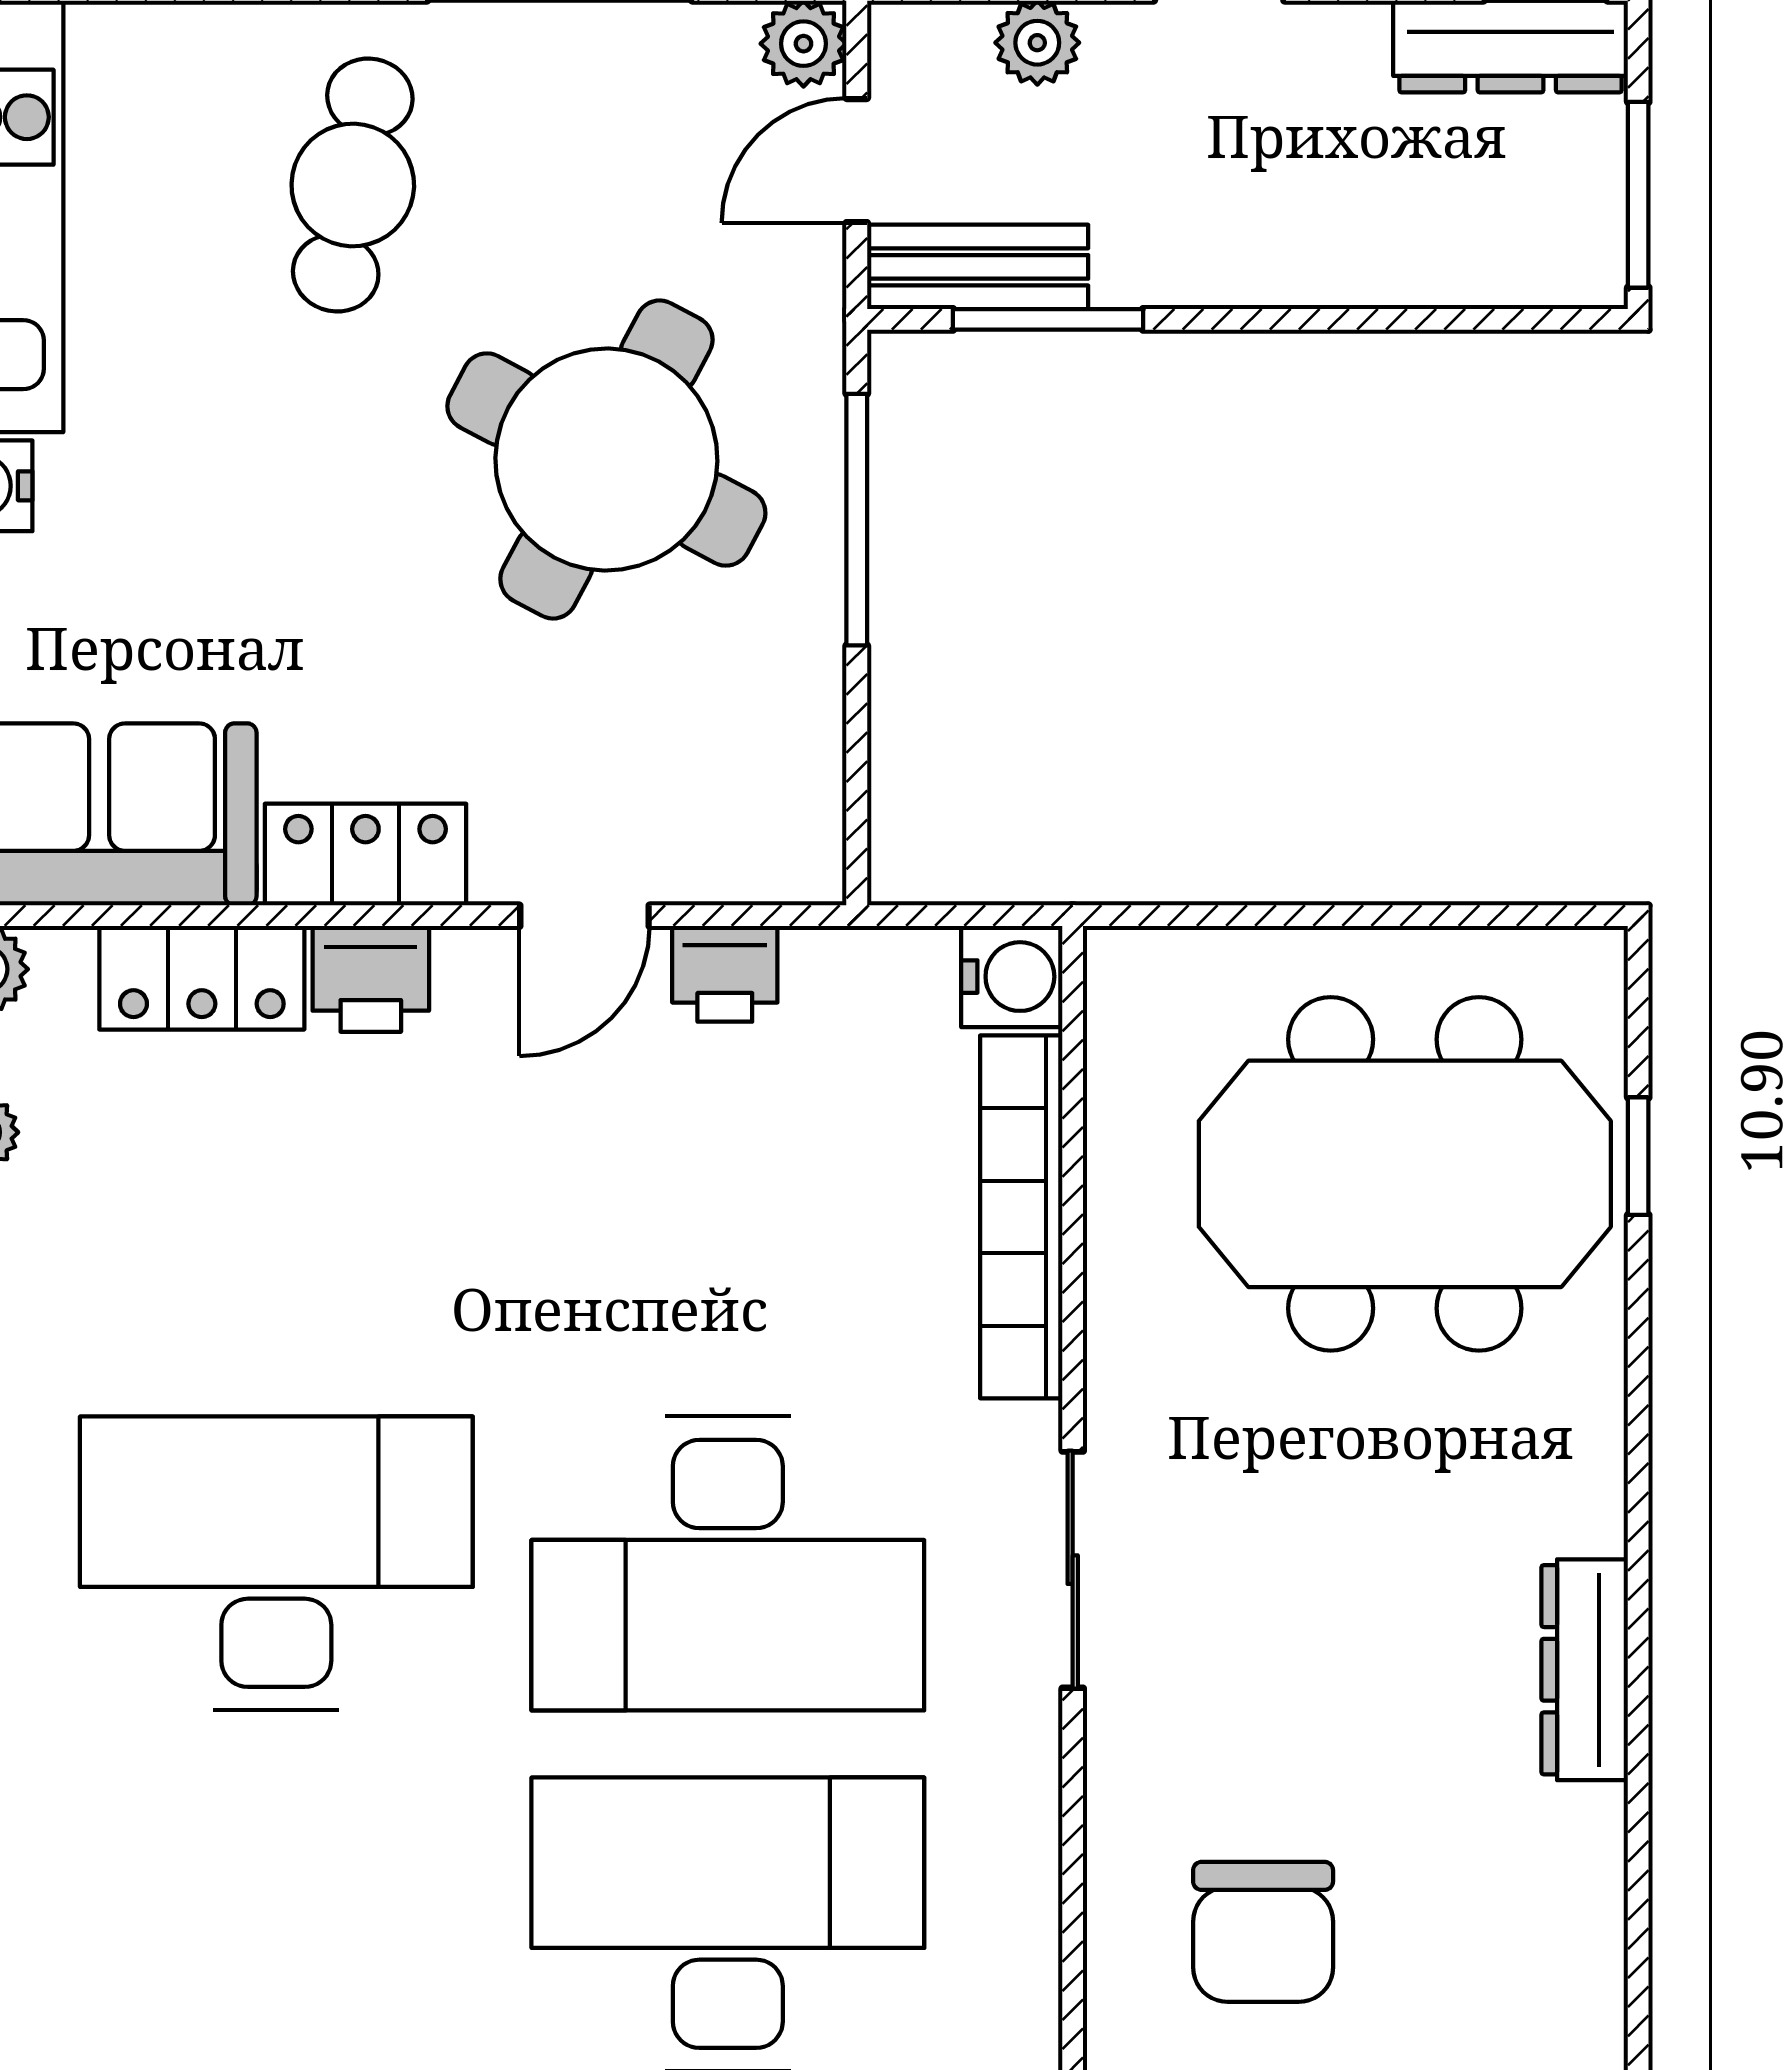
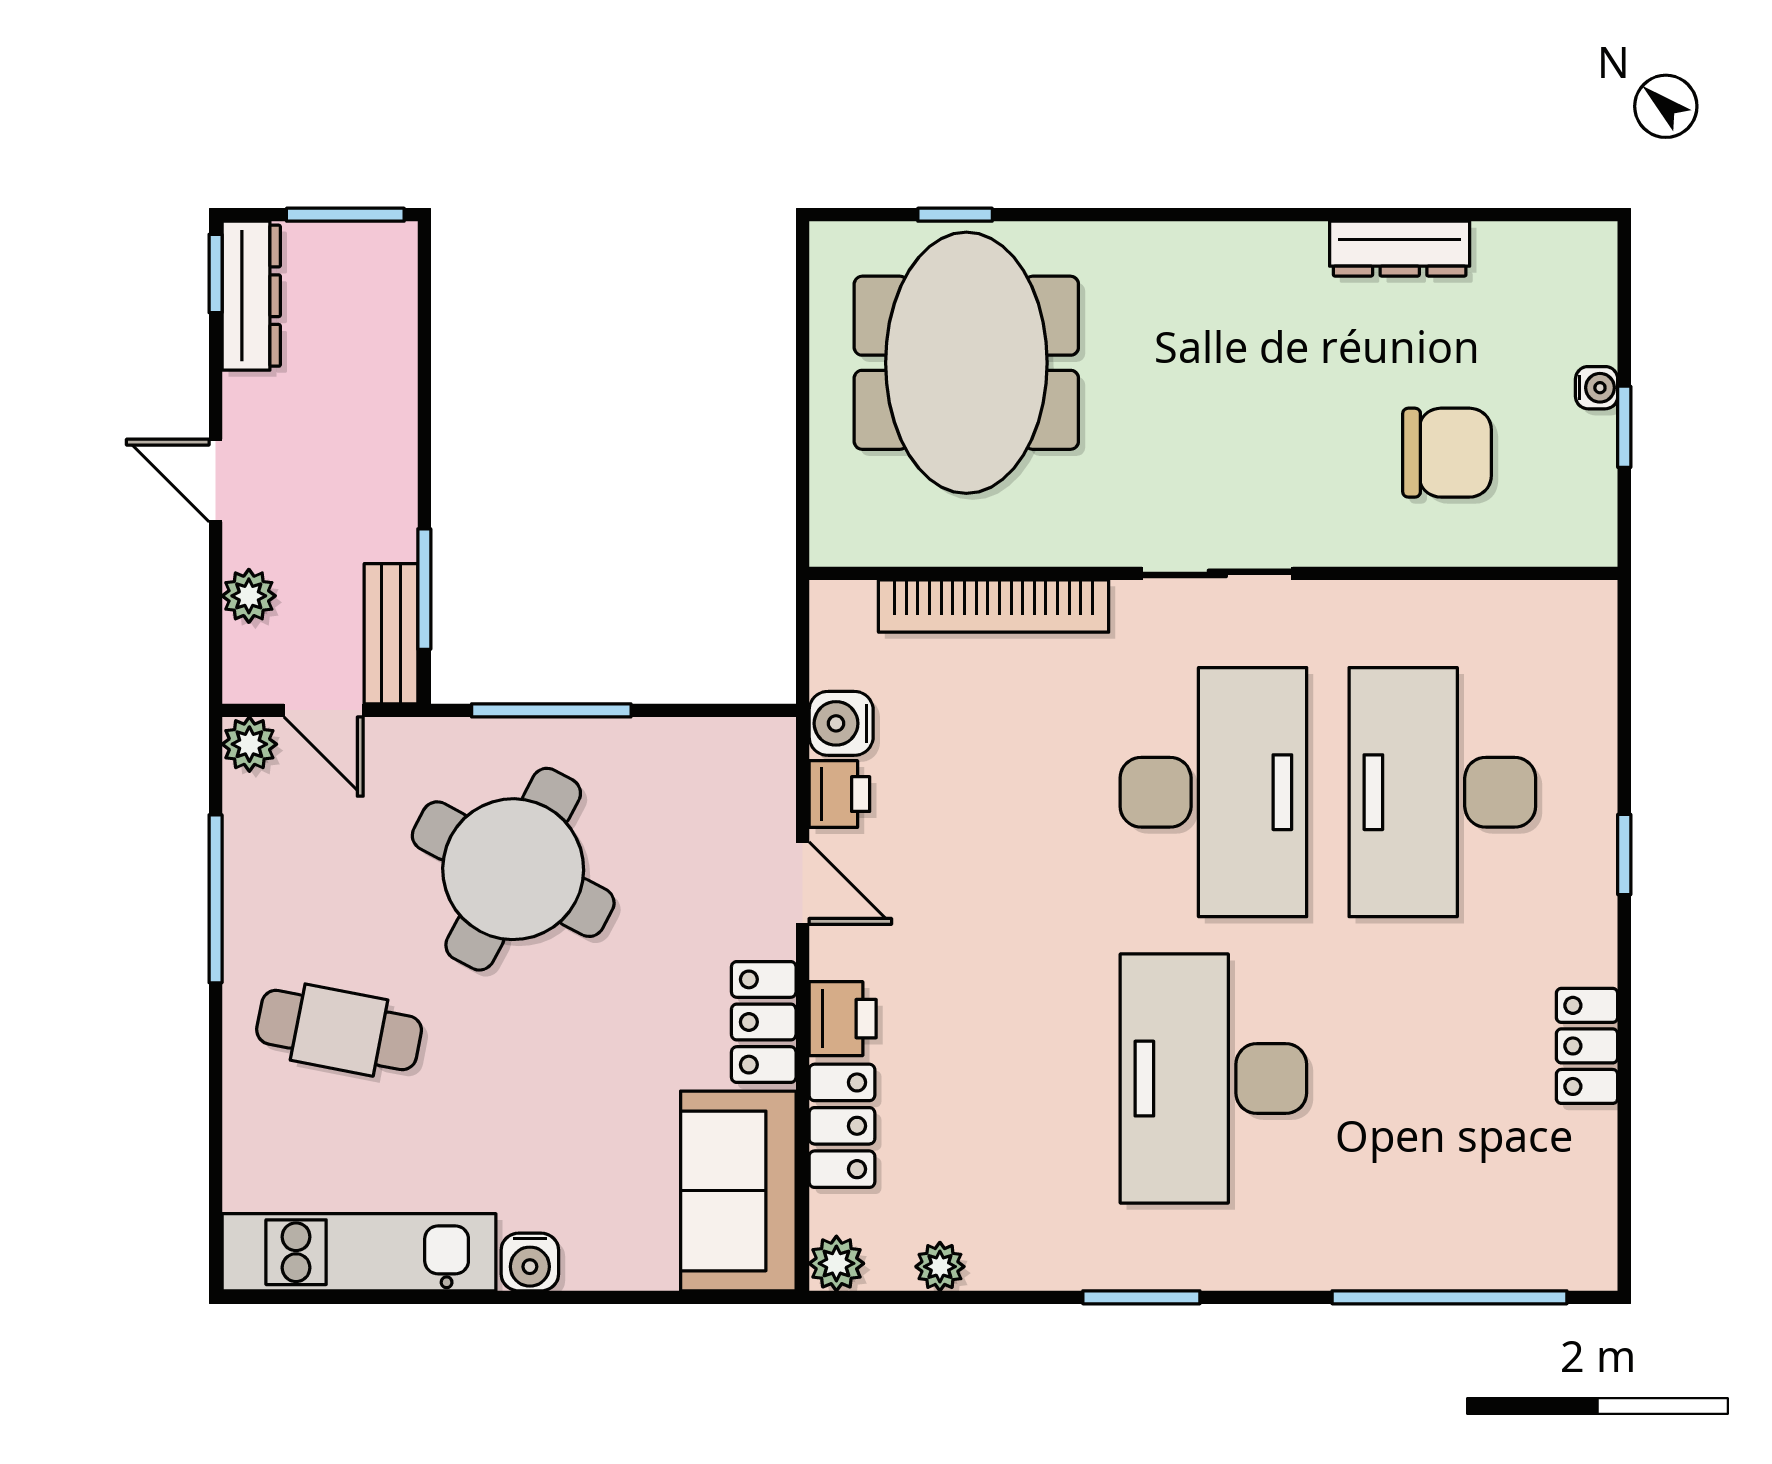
water cooler: (1012, 977) -> (841, 723), moved, turned -90
dresser: (1585, 1670) -> (1400, 249), moved

